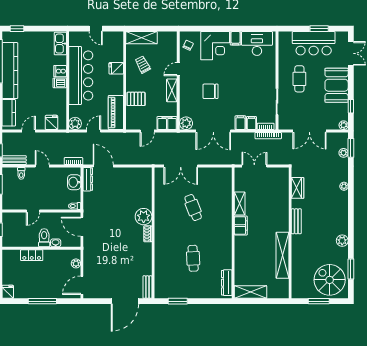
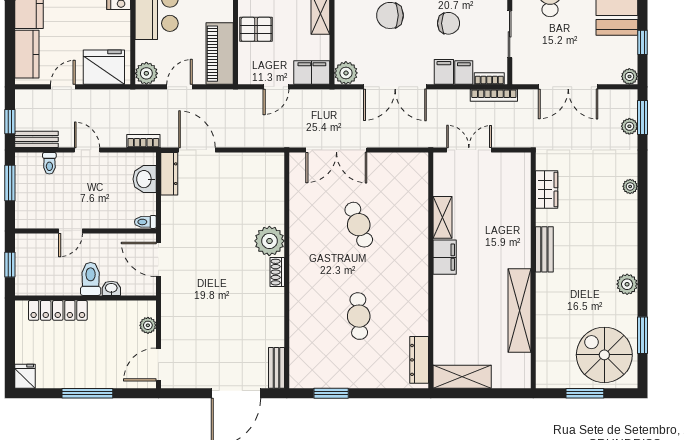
chair: (243, 96) -> (448, 23), added
fridge: (51, 122) -> (104, 67), width x1.88, depth x1.34
locker: (32, 255) -> (58, 310), width x1.53

